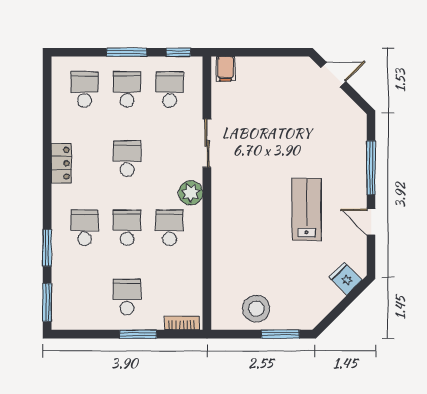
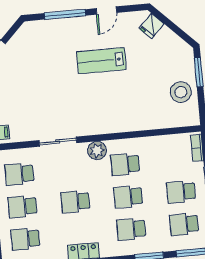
school desk: (85, 297) -> (184, 224), added

